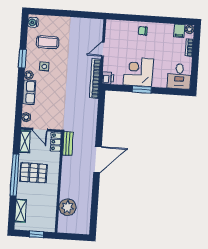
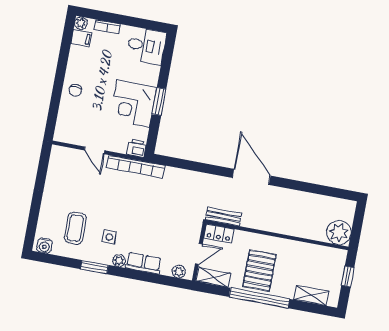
plant: (67, 207) -> (339, 232), moved

